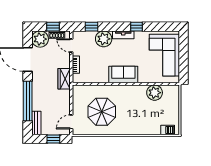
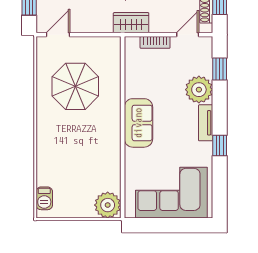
plant: (155, 93) -> (108, 205), moved
door: (71, 122) -> (58, 35), hinge flipped

